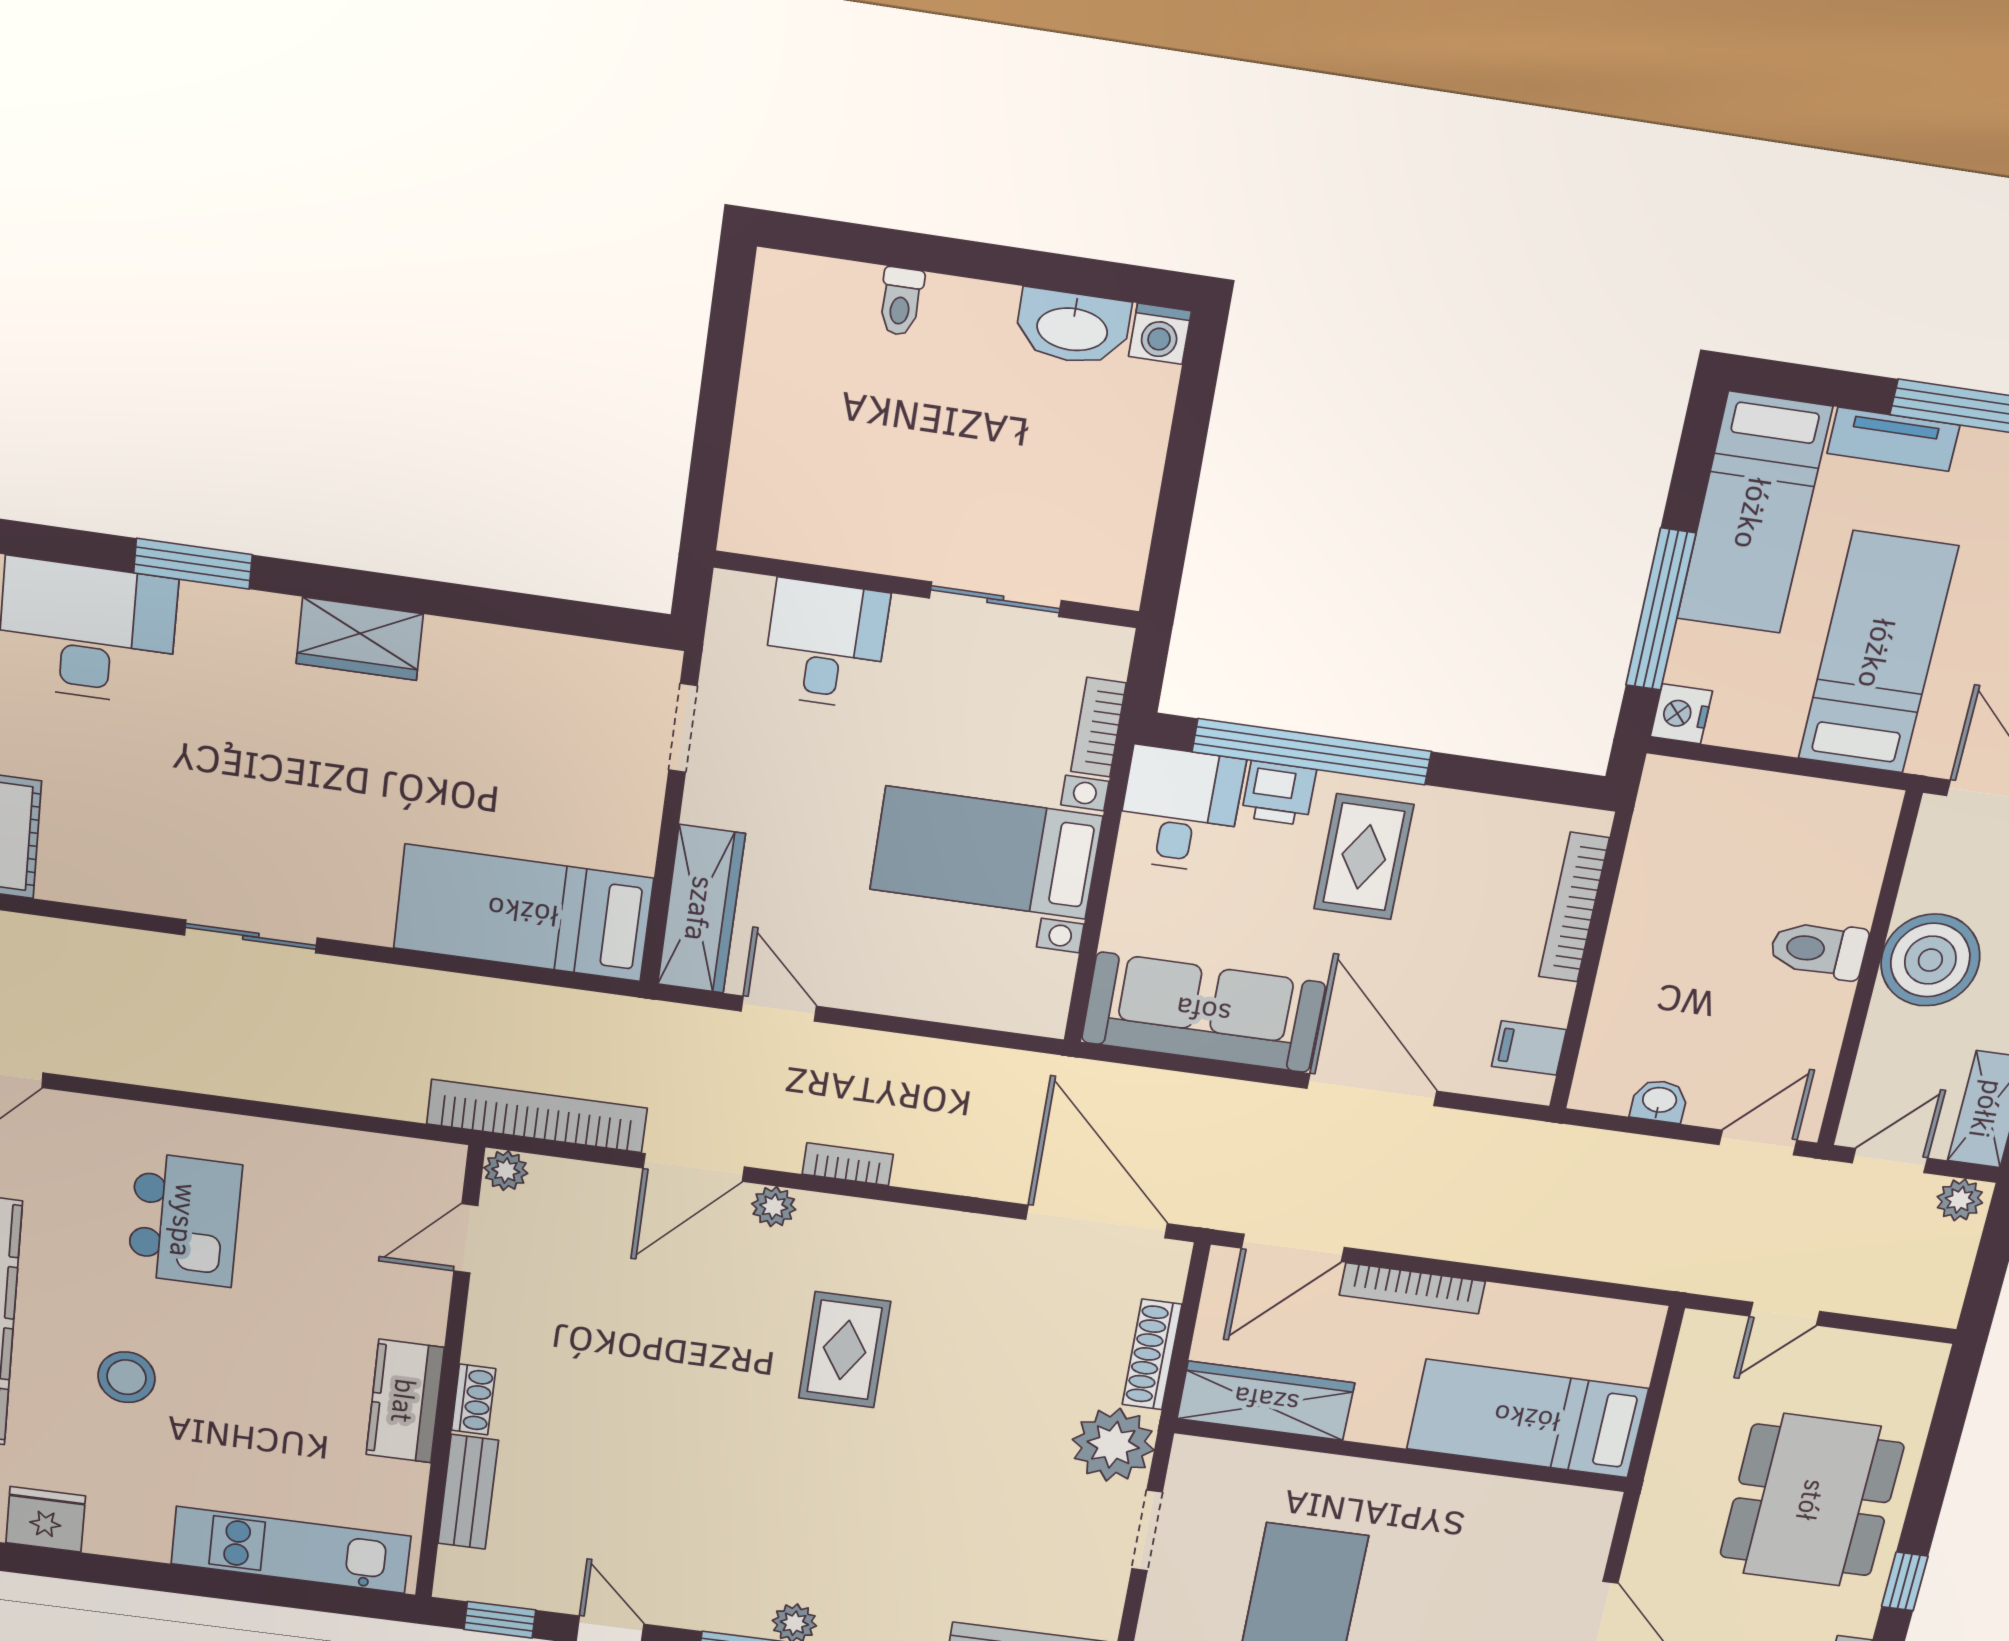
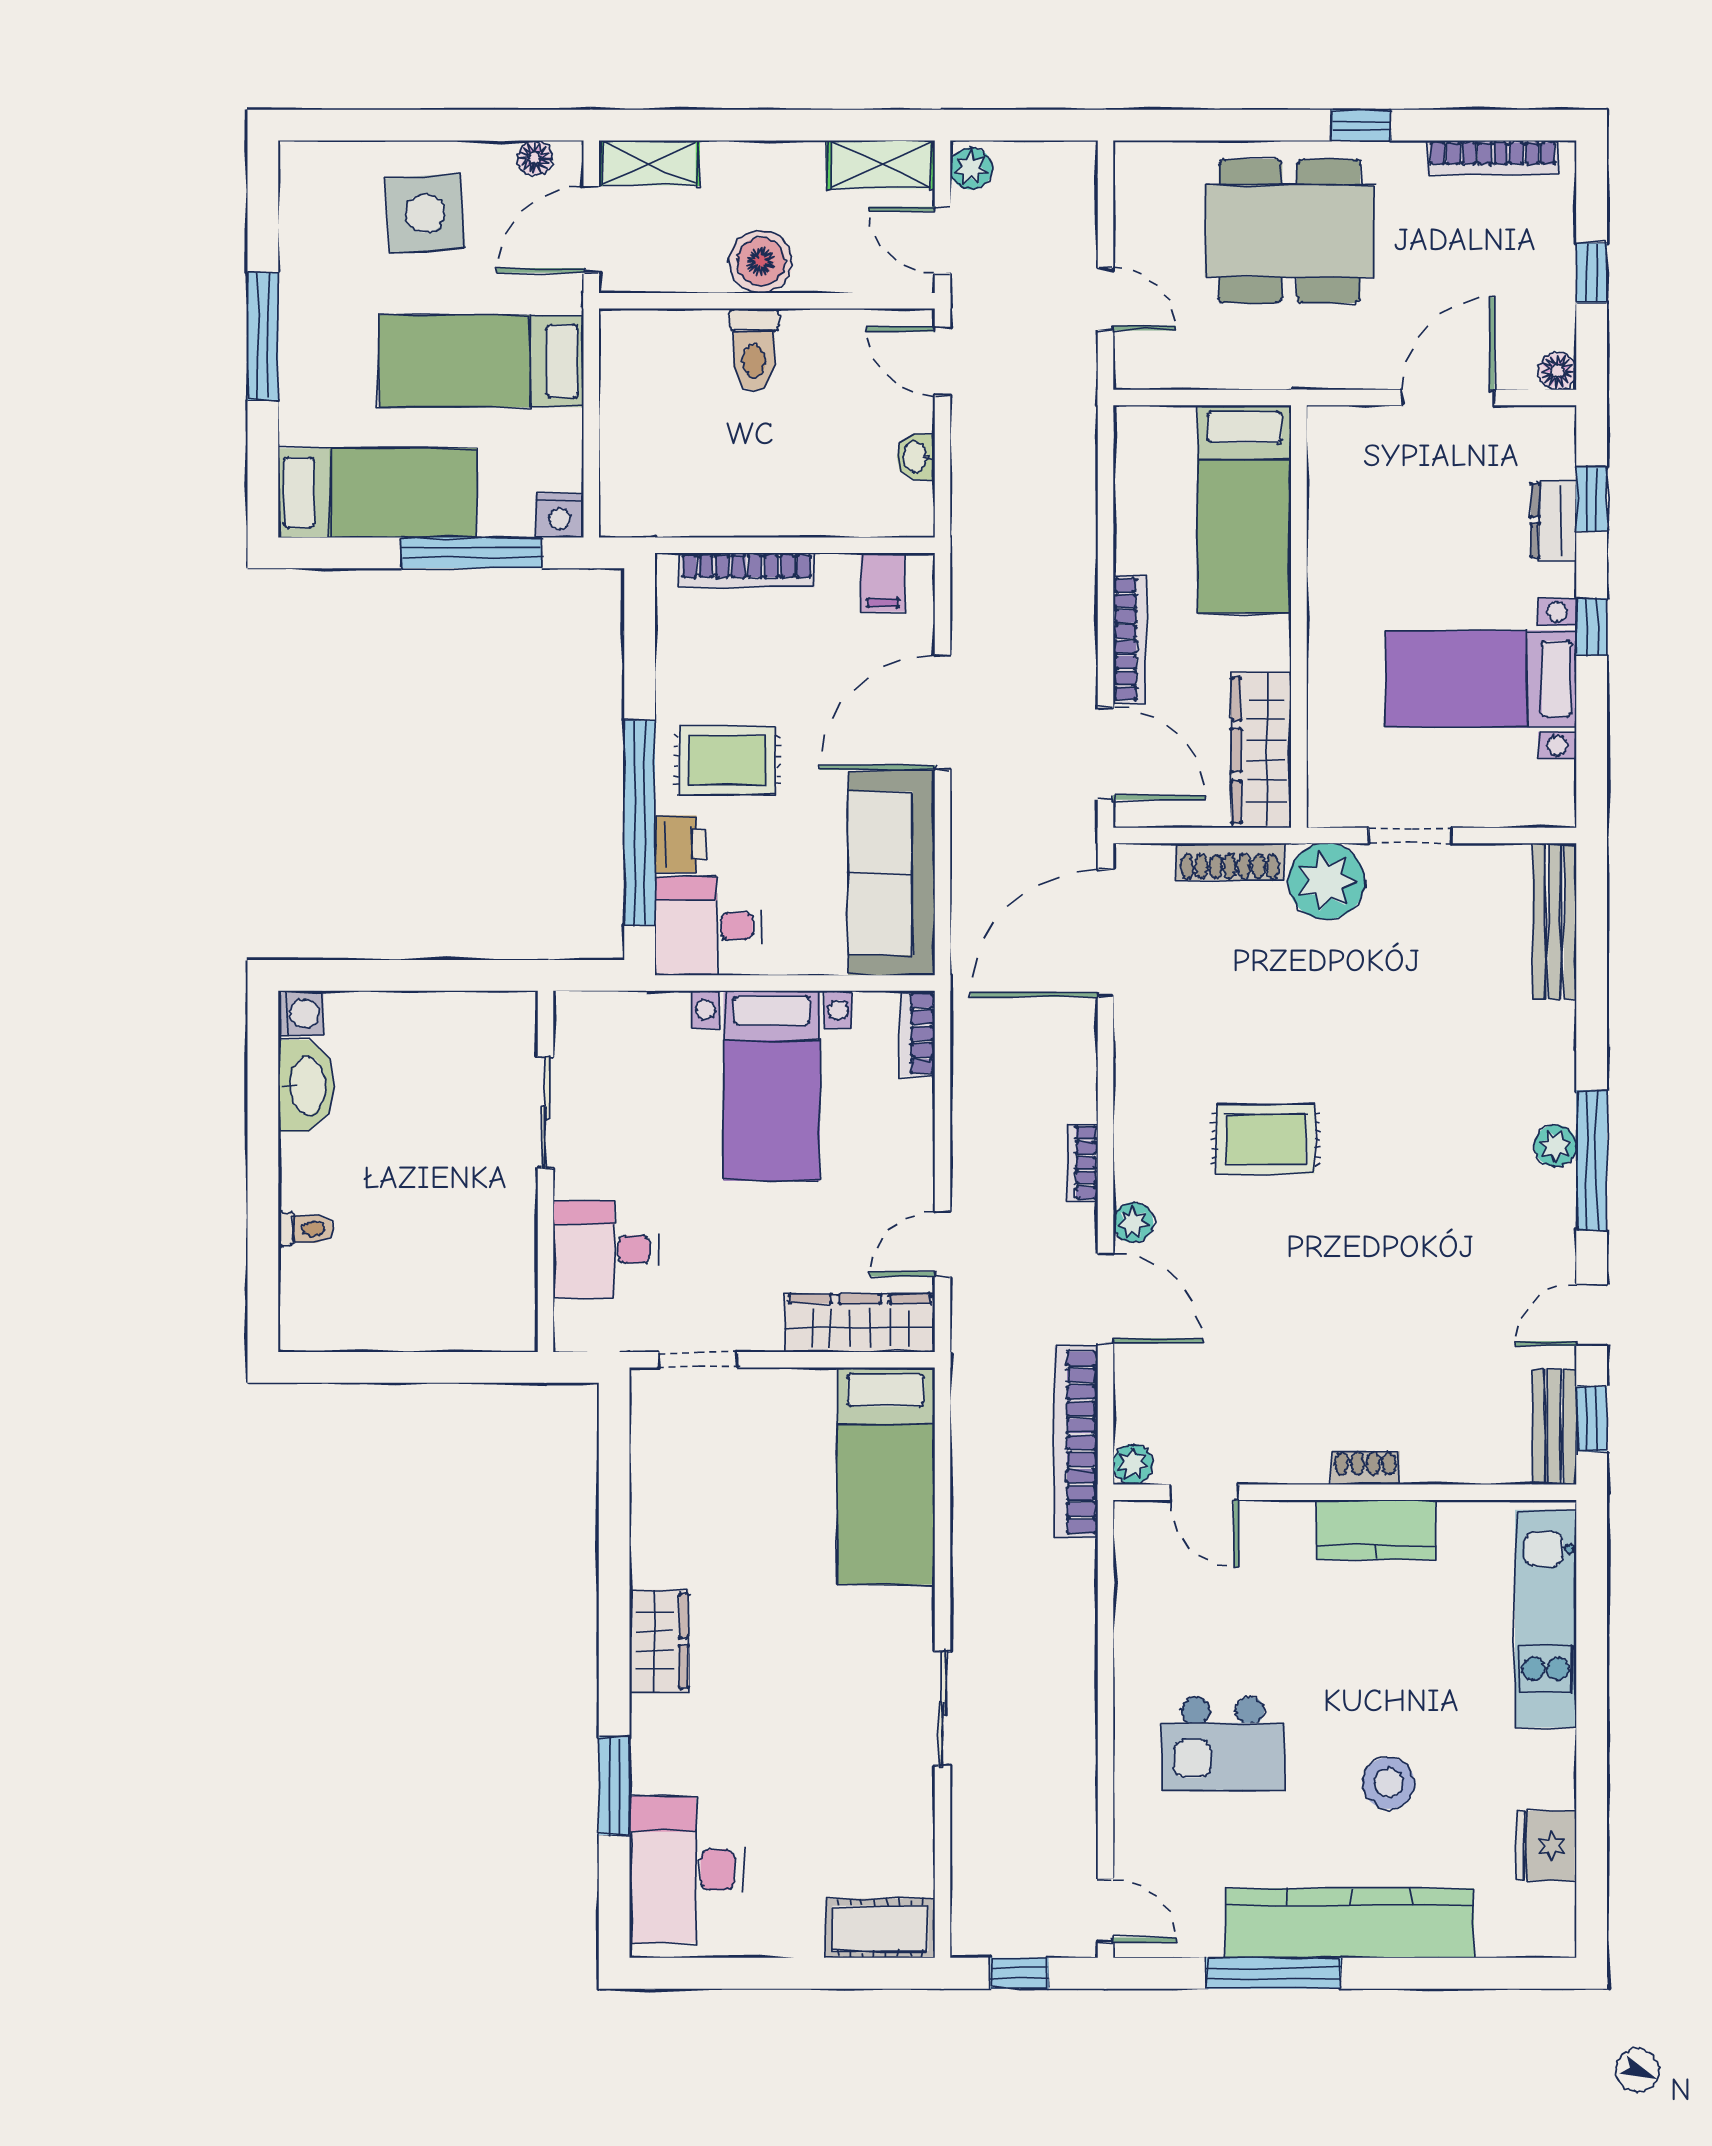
tv unit: (1893, 439) -> (298, 392), removed
bookcase: (1098, 727) -> (918, 1033), moved, turned 90
boiler: (1930, 960) -> (761, 262), width x0.73, depth x0.73
kitchen island: (185, 1220) -> (1223, 1744), turned 180
bench: (468, 1492) -> (1554, 1427), moved, turned 90

